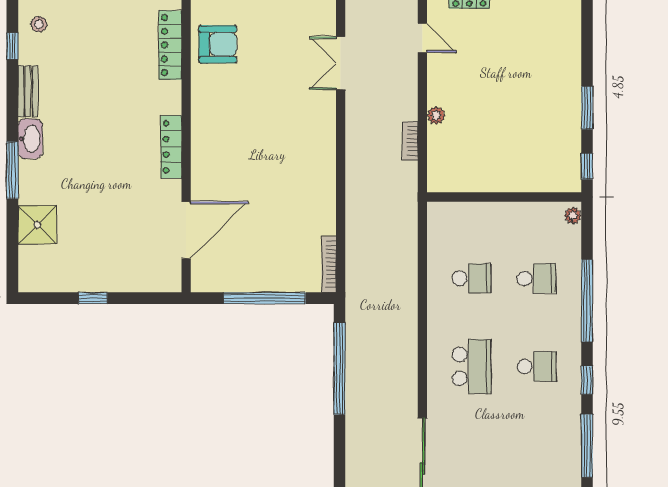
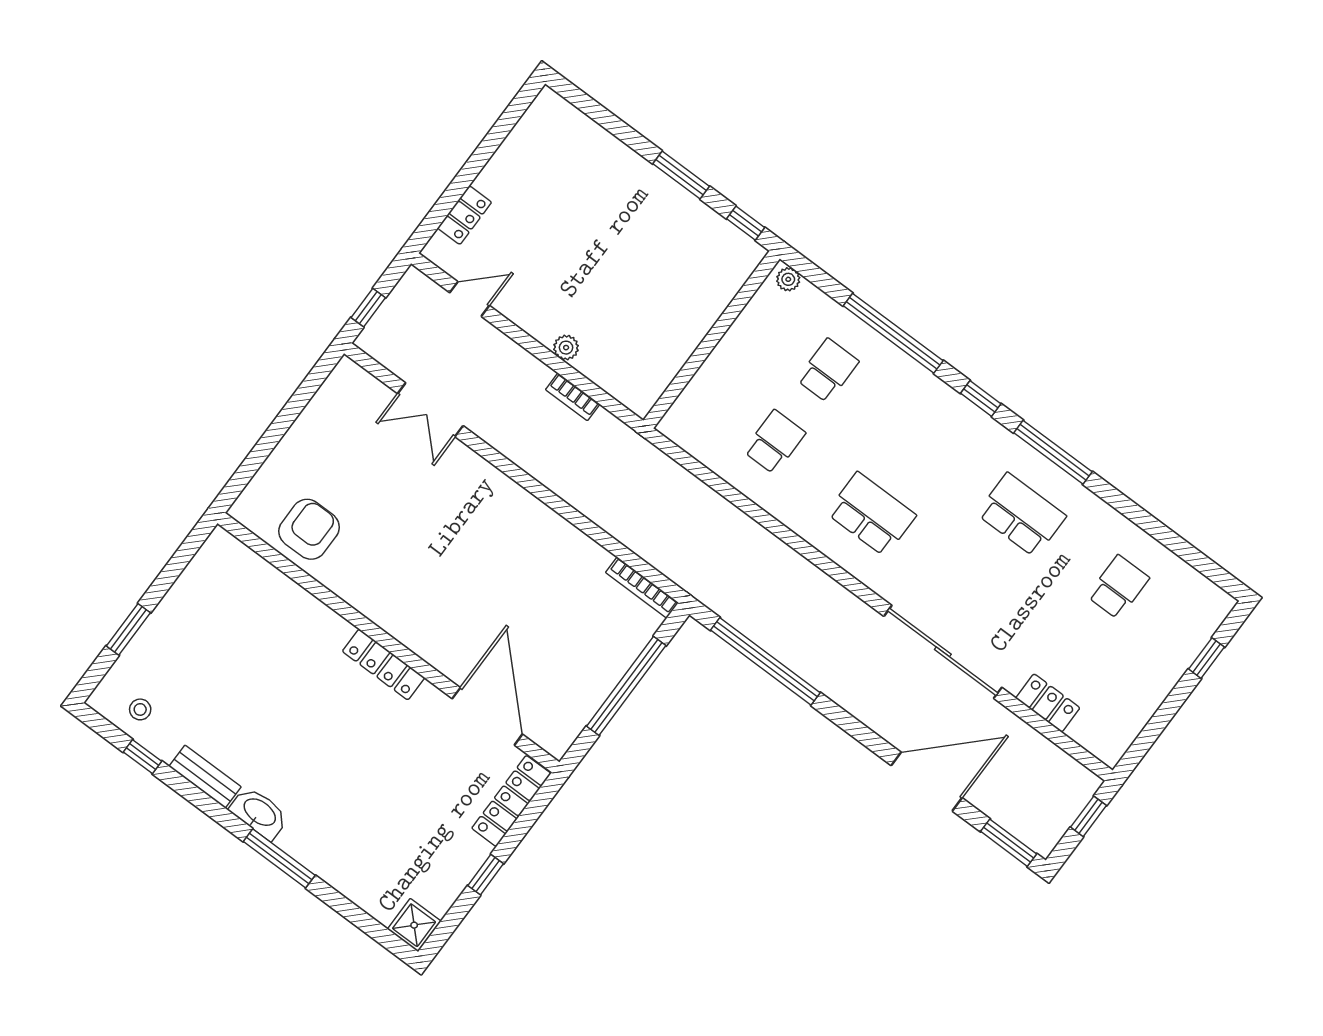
locker: (170, 45) -> (511, 801), moved, turned 90
shower: (37, 225) -> (414, 925), moved, width x0.73, depth x0.73
school desk: (537, 366) -> (1021, 515), moved, width x1.85

